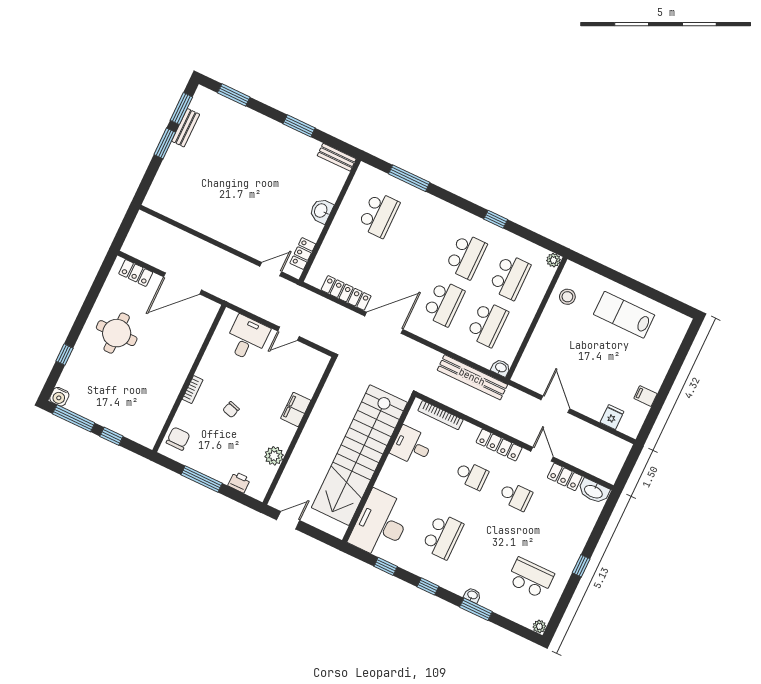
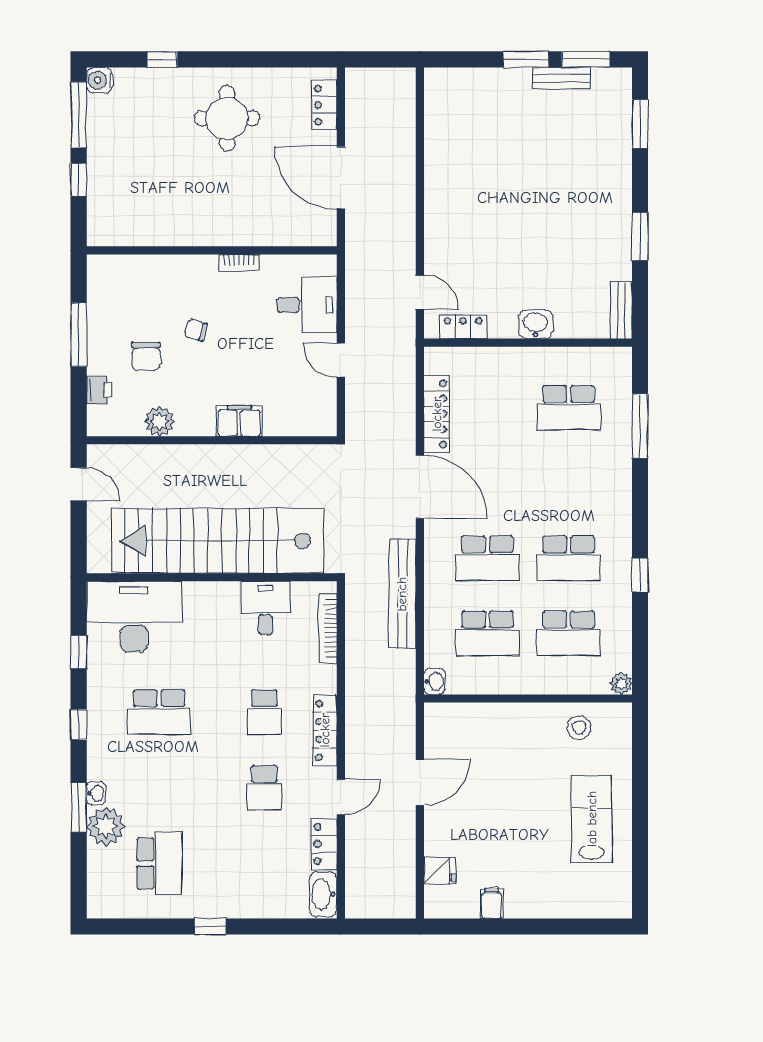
bench: (472, 377) -> (402, 594), moved
bookcase: (193, 390) -> (239, 263), moved
chair: (178, 439) -> (146, 356), moved, turned 90
plant: (539, 627) -> (106, 826), moved, width x1.87, depth x1.87

